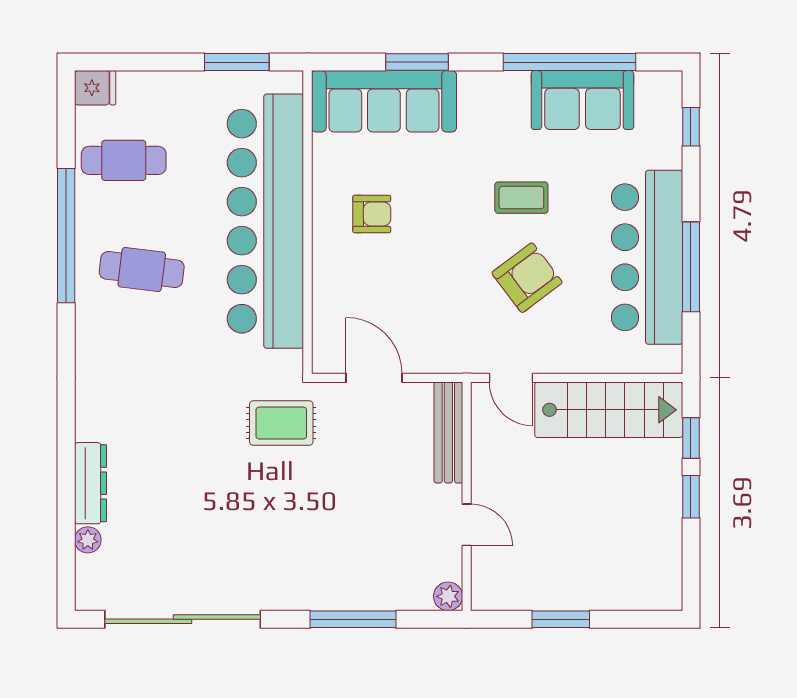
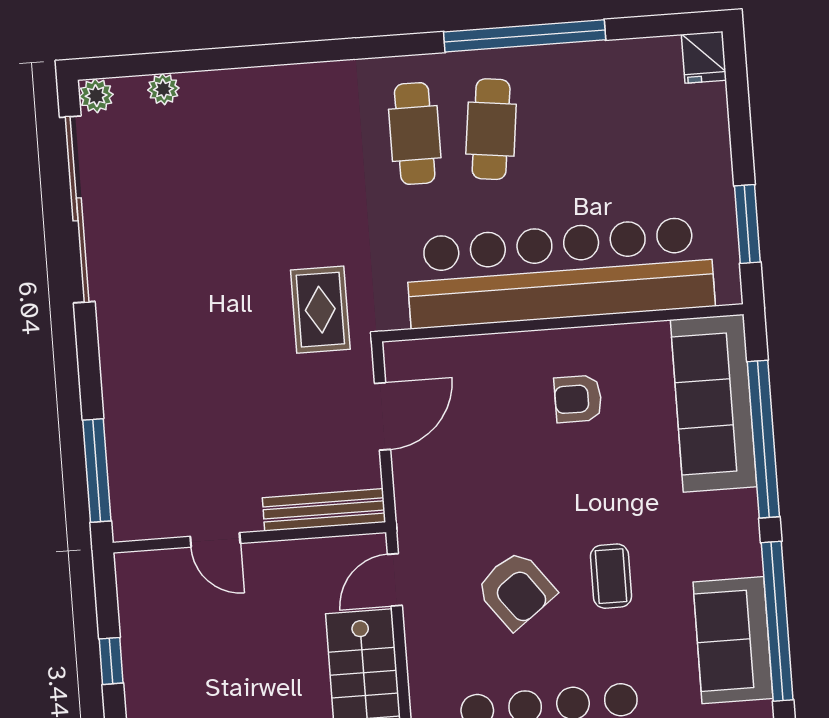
window: (417, 62) -> (763, 439), width x2.11
cafe table: (124, 160) -> (415, 134), moved
armchair: (372, 214) -> (578, 399), turned 90
dresser: (91, 483) -> (231, 87), removed
door: (467, 525) -> (215, 540), hinge flipped
plant: (448, 596) -> (96, 96), moved
window: (353, 619) -> (97, 471), moved
window: (561, 619) -> (111, 661), width x0.67

